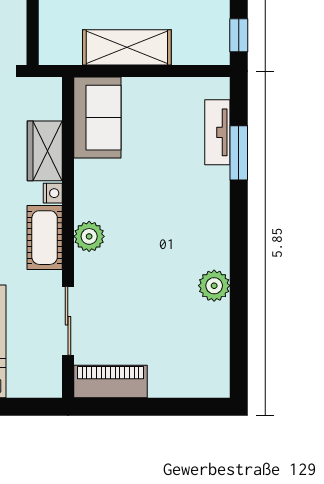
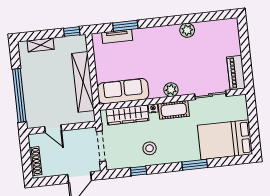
shelving: (127, 47) -> (83, 82), width x1.47
sofa: (97, 118) -> (123, 91), width x1.36
wardrobe: (45, 151) -> (127, 115), width x1.50

